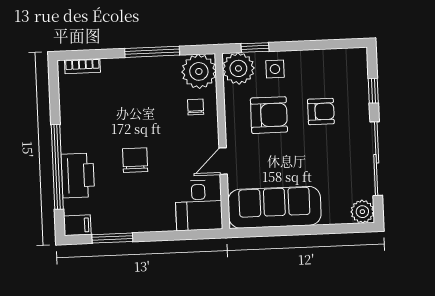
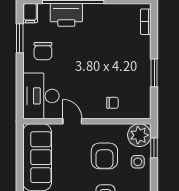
window: (152, 52) -> (154, 73), width x0.69
plant: (199, 71) -> (138, 106), removed
chair: (135, 160) -> (43, 51), moved, turned 90
desk: (199, 205) -> (41, 96), width x1.37

